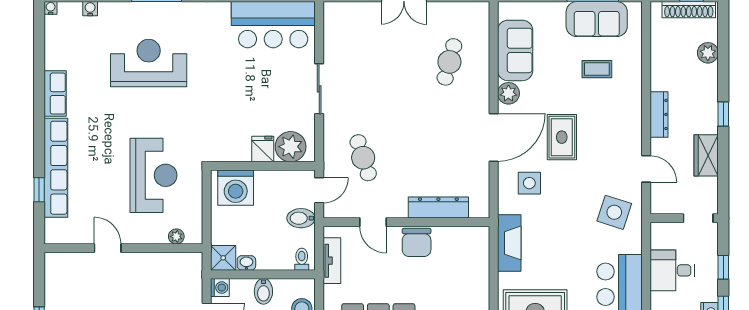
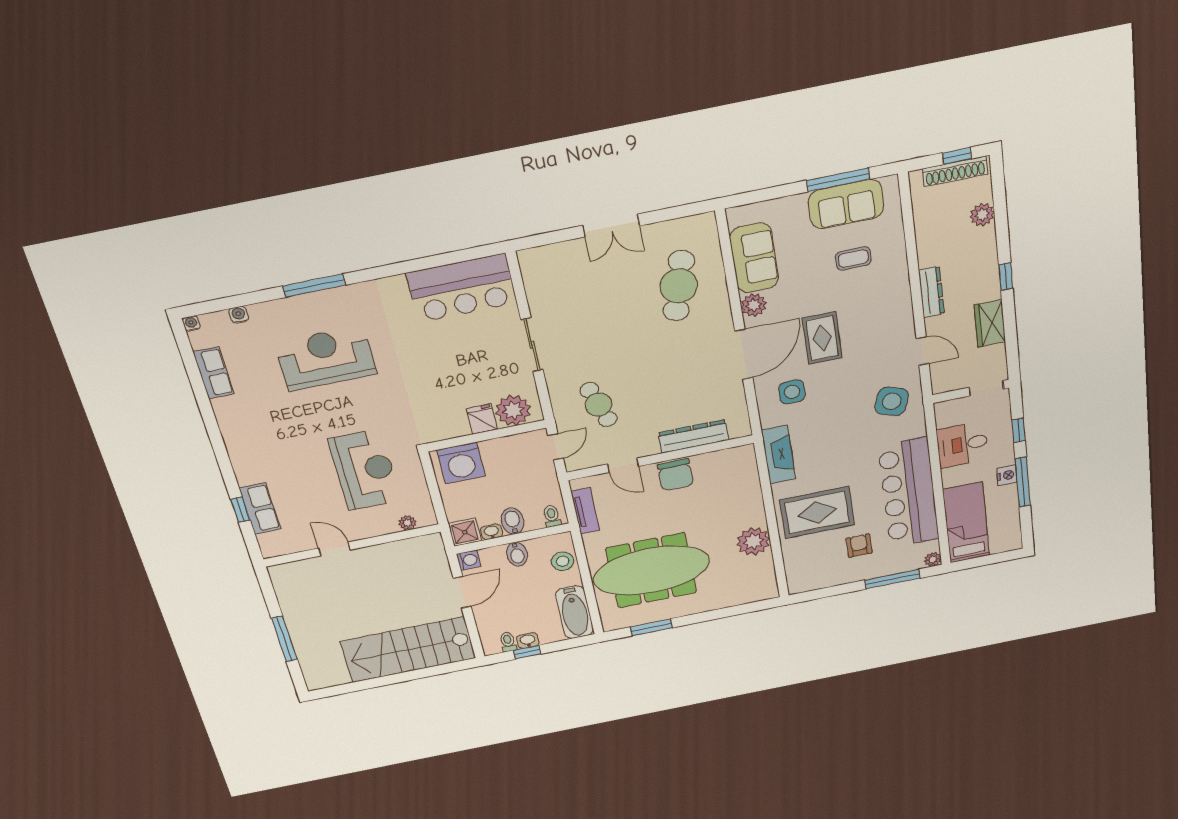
cafe table: (449, 62) -> (679, 286), width x1.37, depth x1.35
row of seats: (55, 94) -> (214, 373), moved
row of seats: (56, 168) -> (260, 509), width x0.50
bidet: (301, 218) -> (513, 521), moved, turned 90

